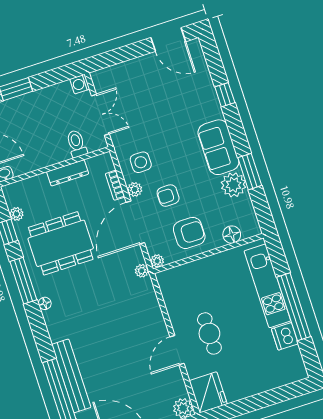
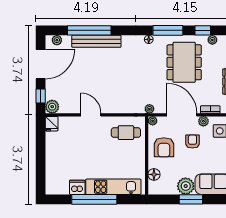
cafe table: (209, 333) -> (126, 133), moved
fridge: (208, 392) -> (52, 124), width x0.53, depth x0.75

